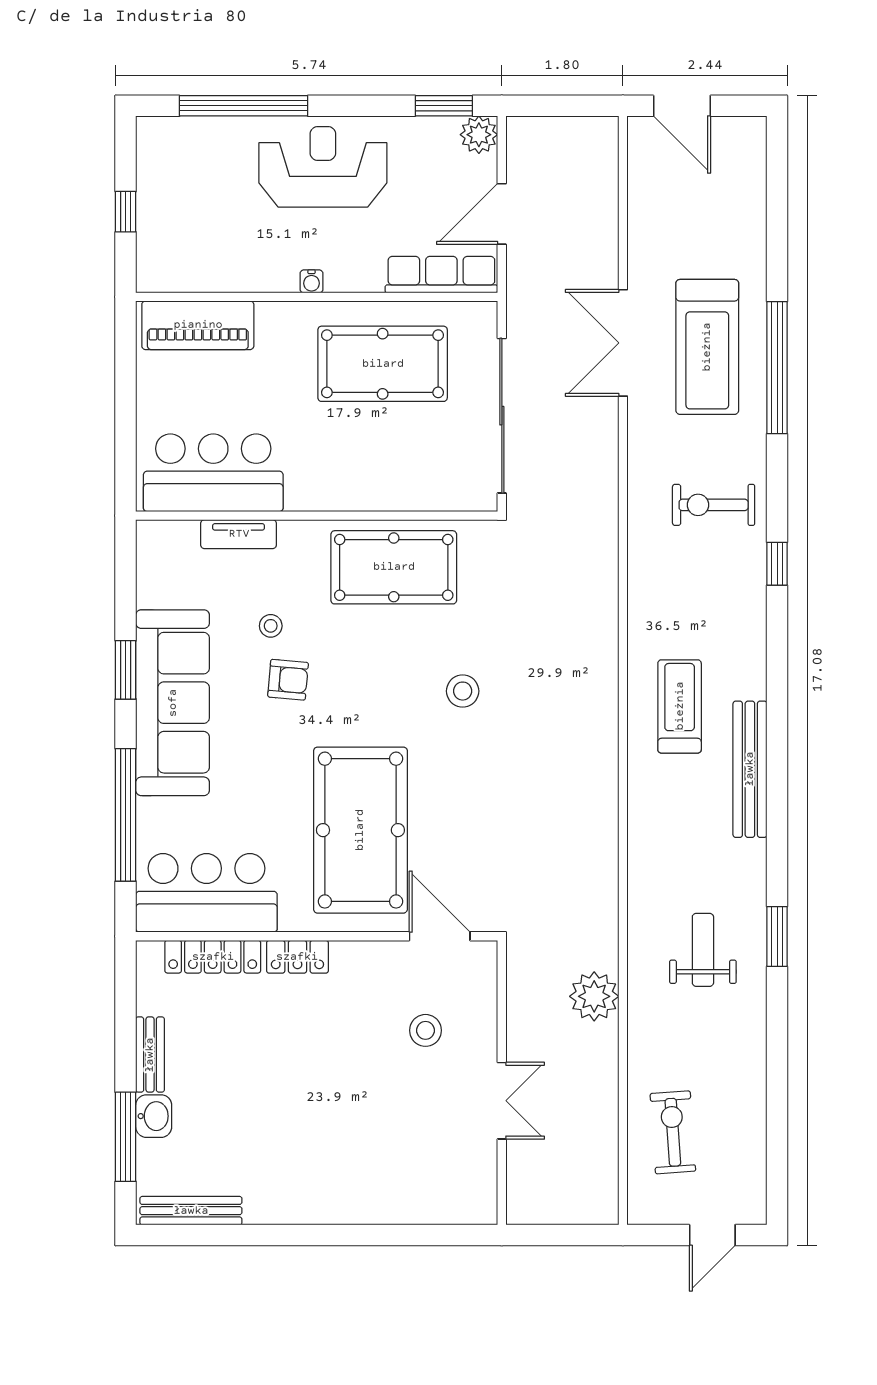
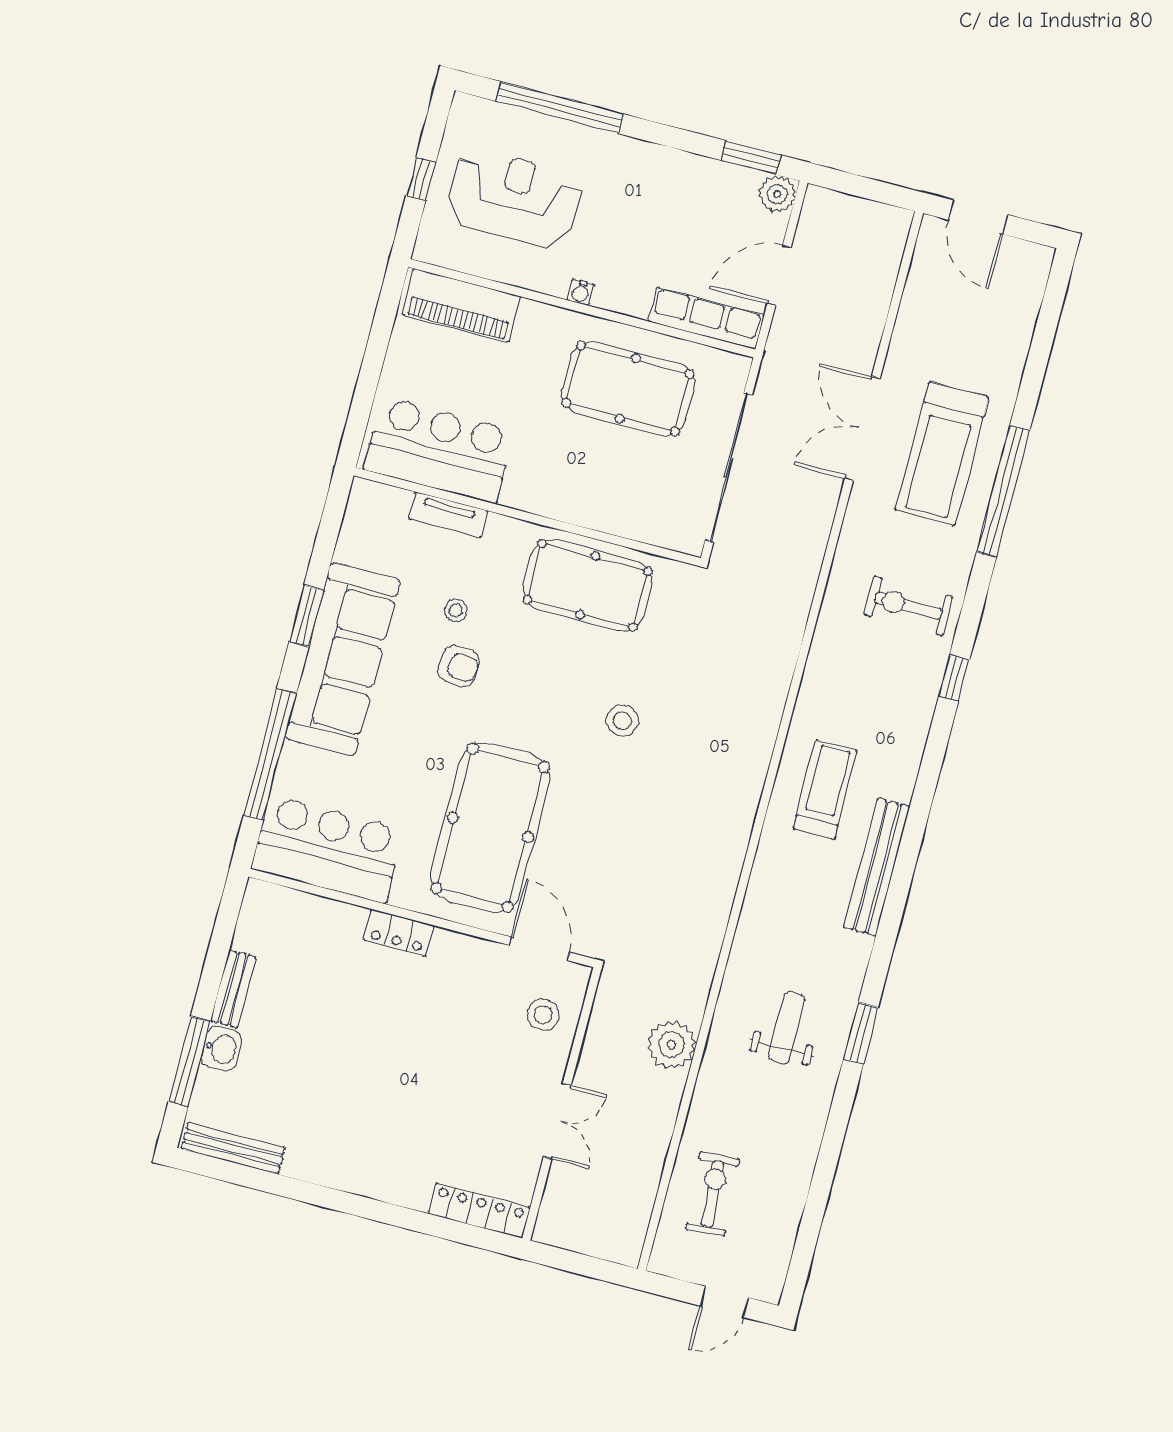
reception desk: (323, 167) -> (514, 198), moved
locker: (213, 957) -> (479, 1211), moved, turned 180
stool: (425, 1030) -> (543, 1015), moved

